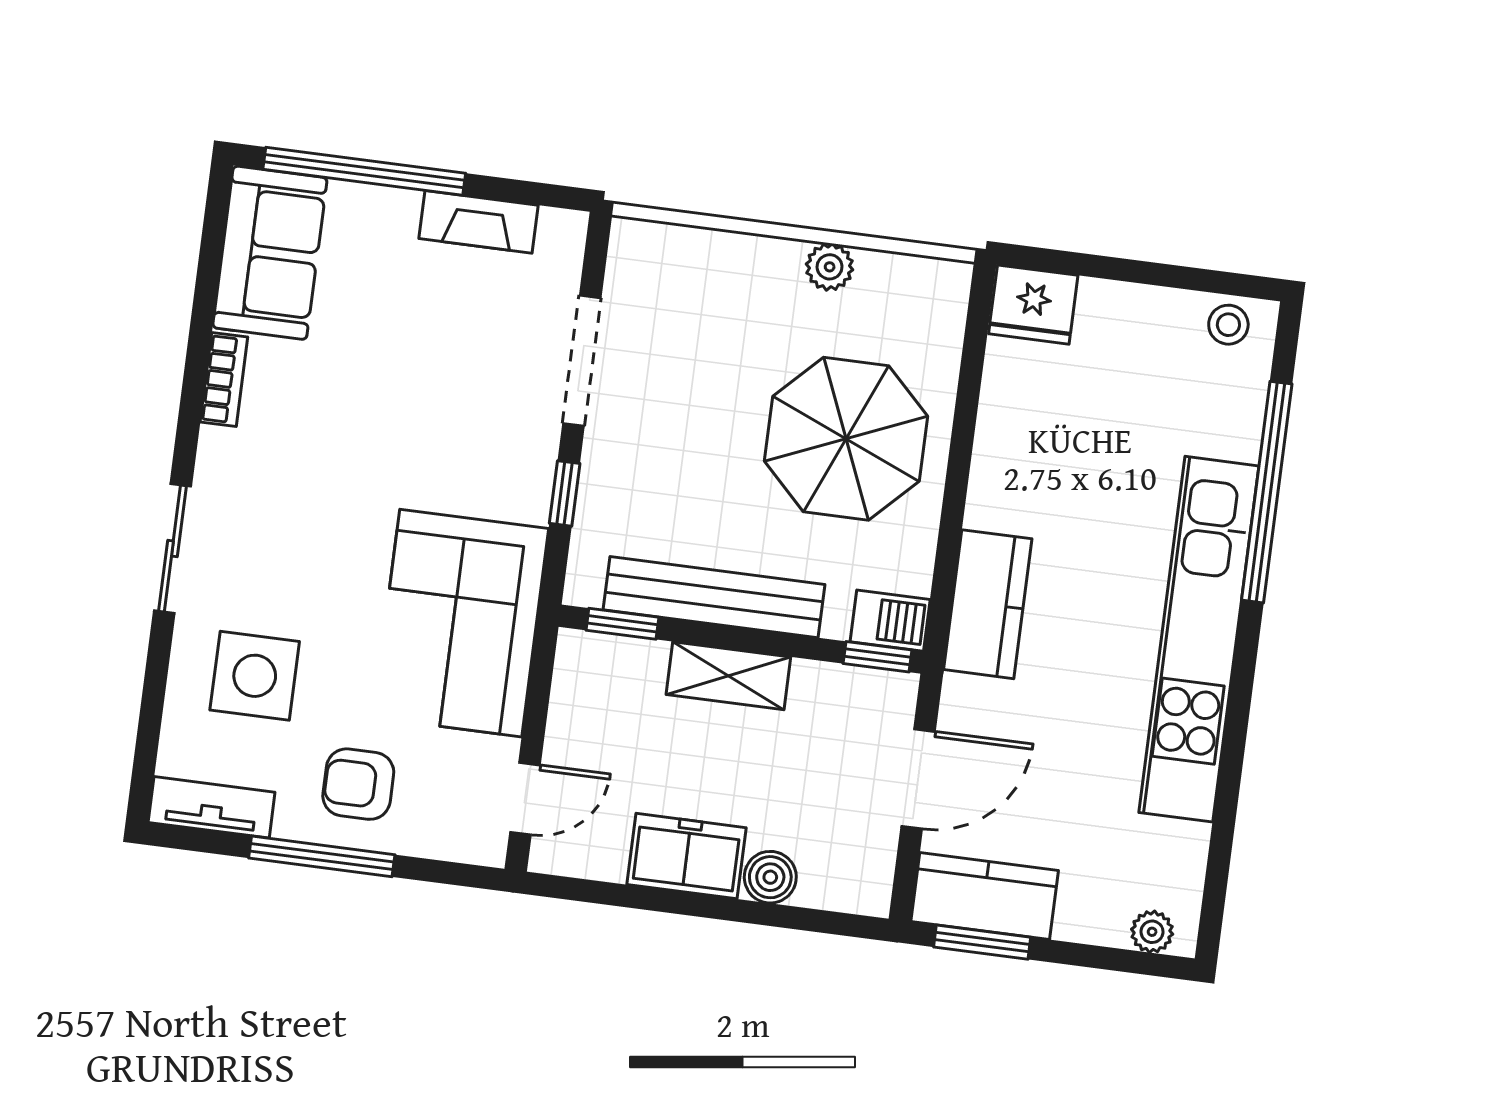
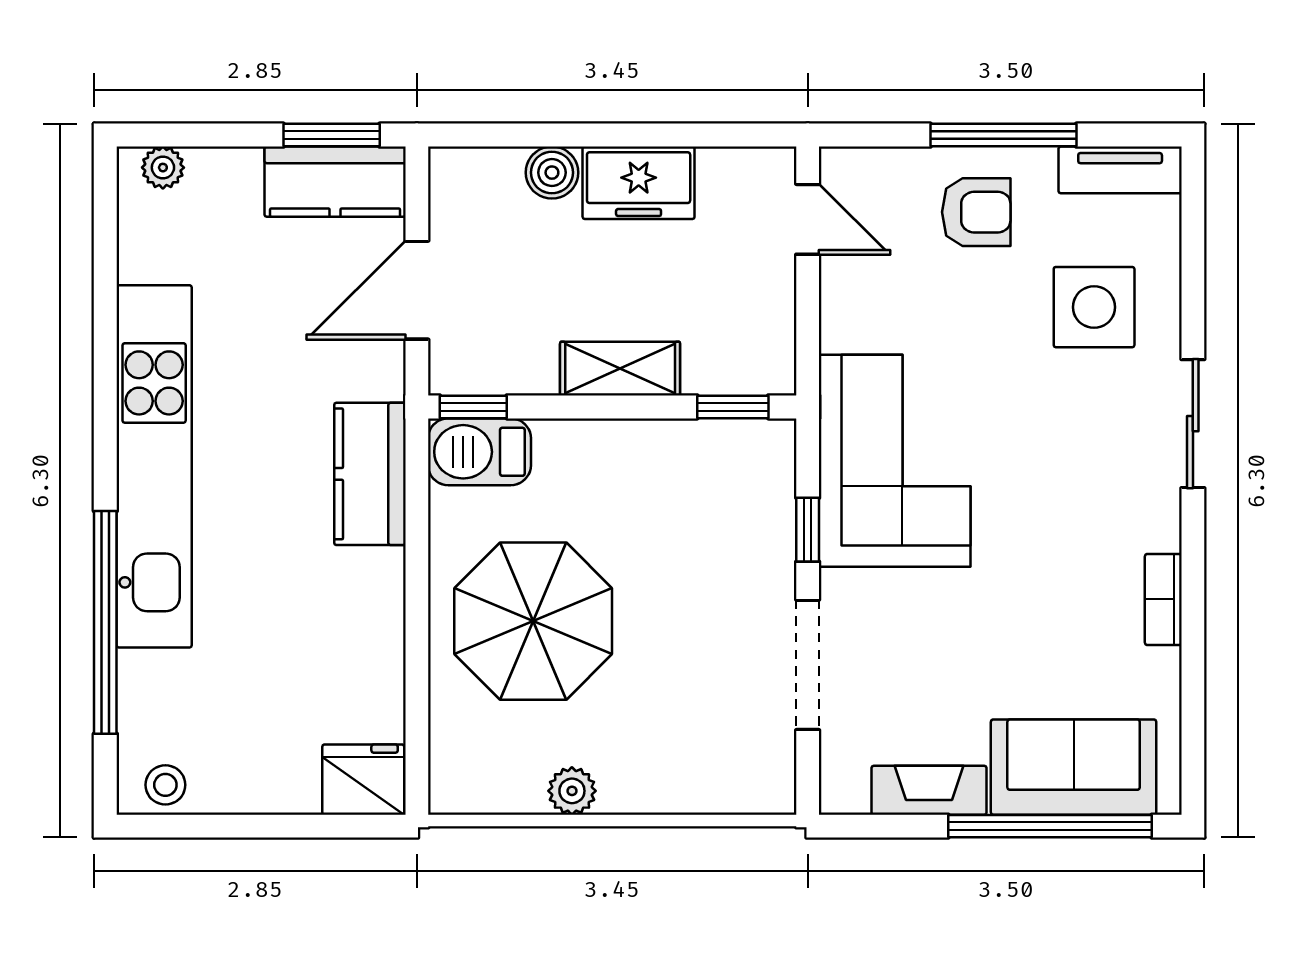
sofa: (270, 253) -> (1074, 767), moved, turned 90
bench: (714, 597) -> (645, 445), removed
barbecue: (890, 621) -> (479, 452), width x1.38, depth x1.27
corner sofa: (461, 623) -> (895, 461), moved
door: (525, 799) -> (808, 219), swing flipped

